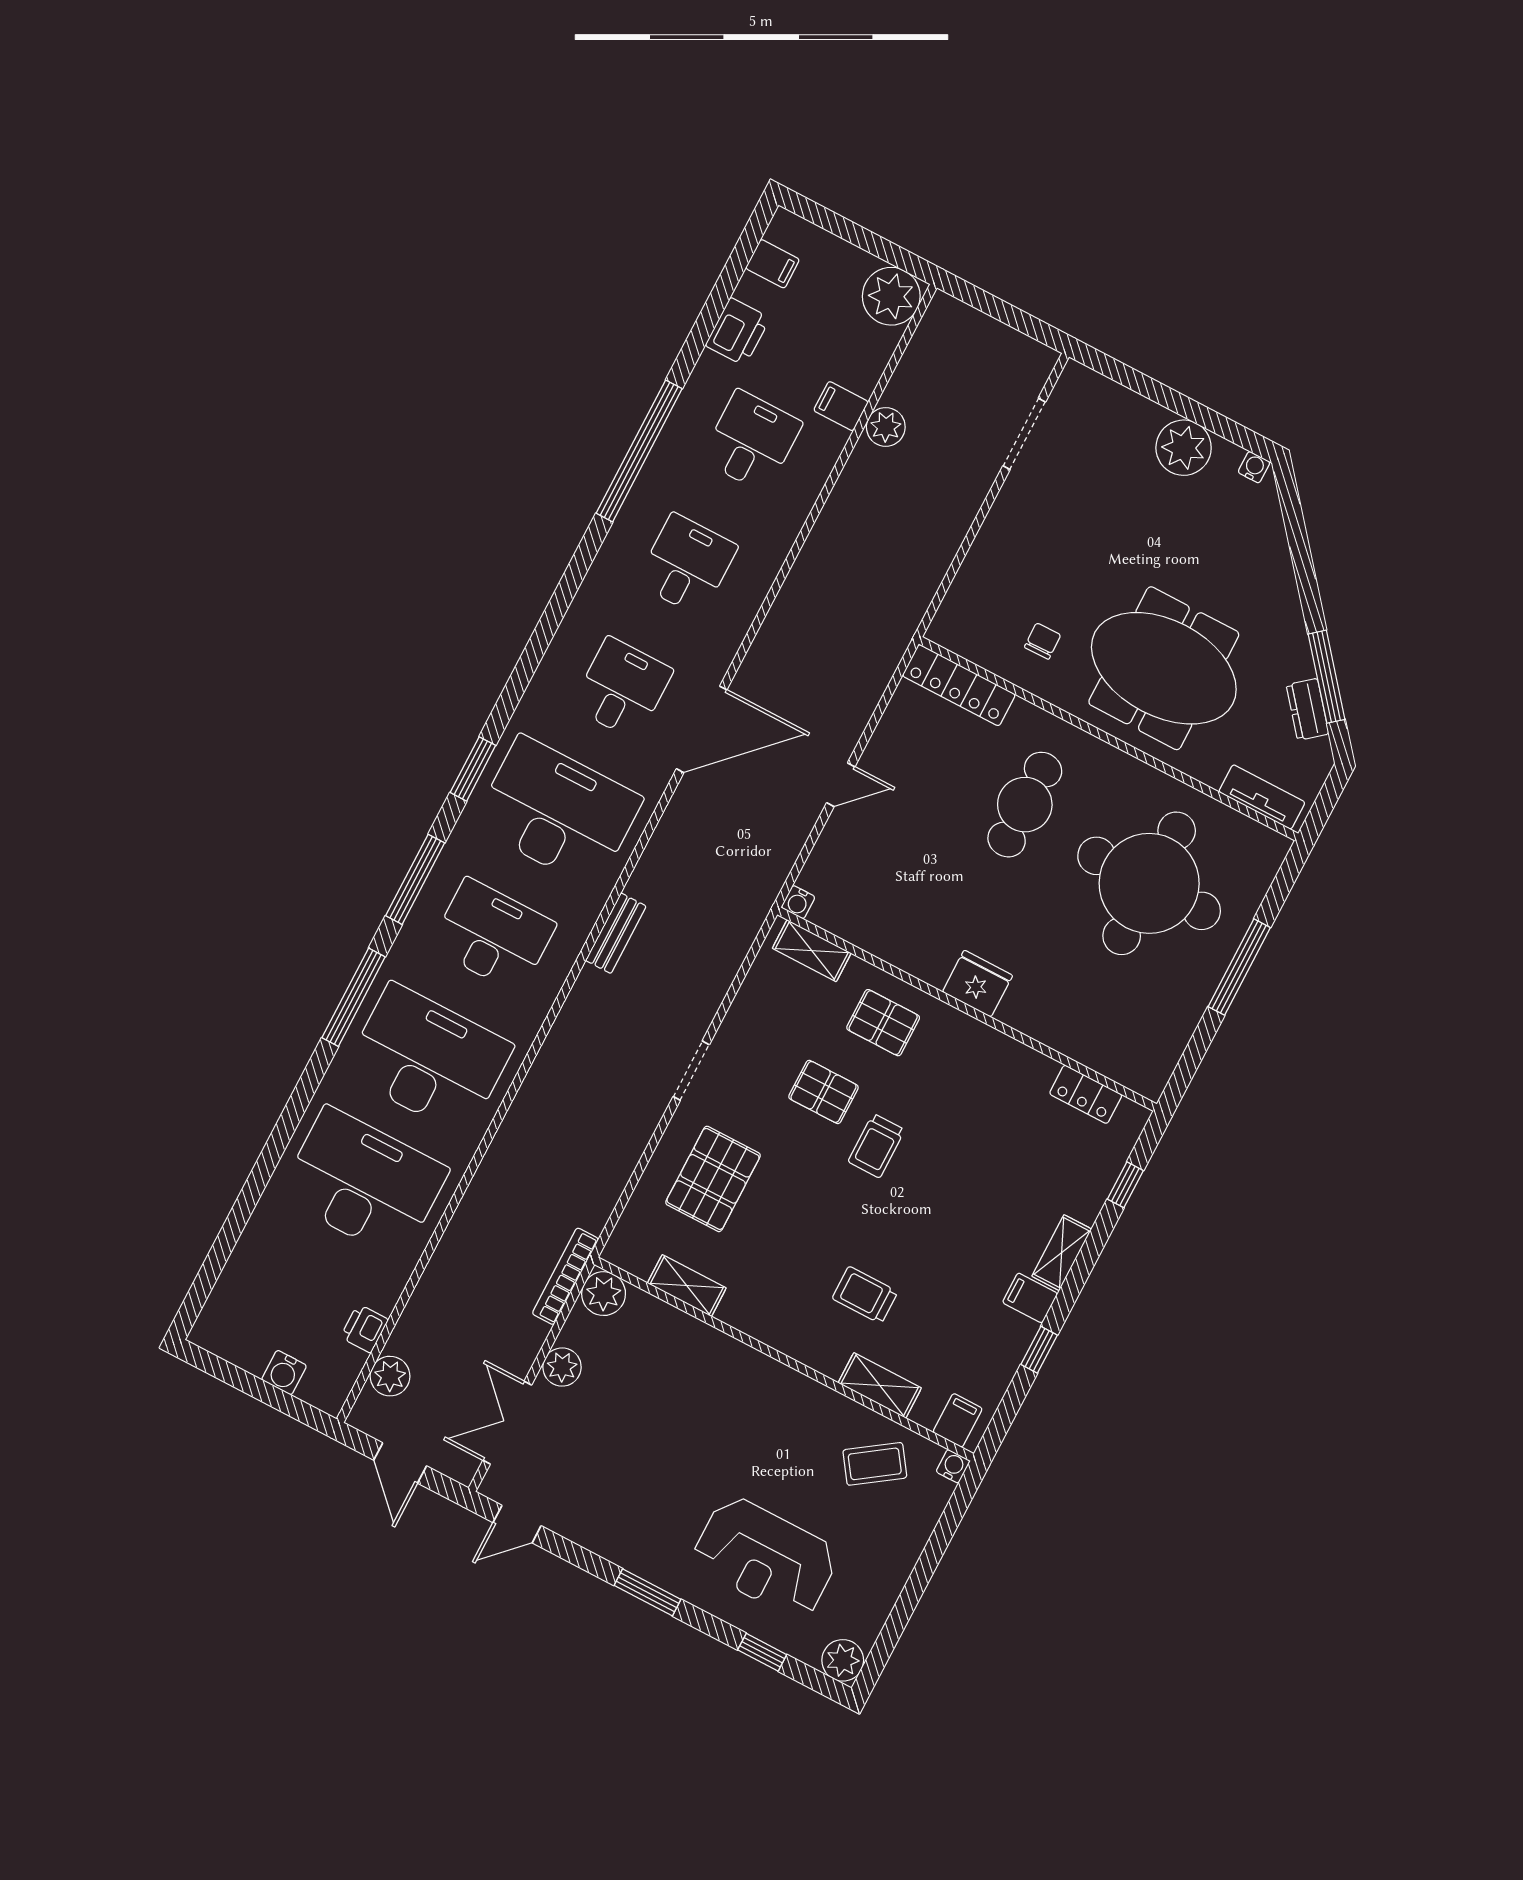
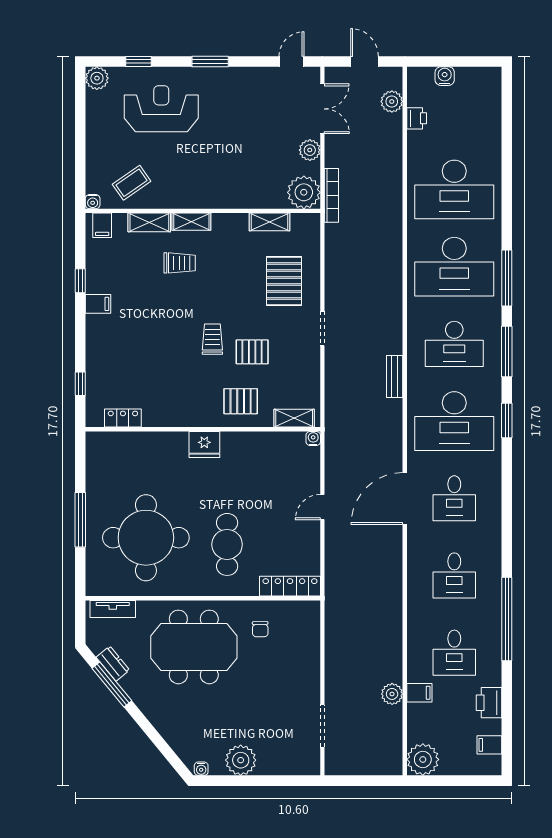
shelving: (1062, 1253) -> (191, 222), moved, turned 90
plant: (604, 1294) -> (304, 192), width x1.36, depth x1.36

